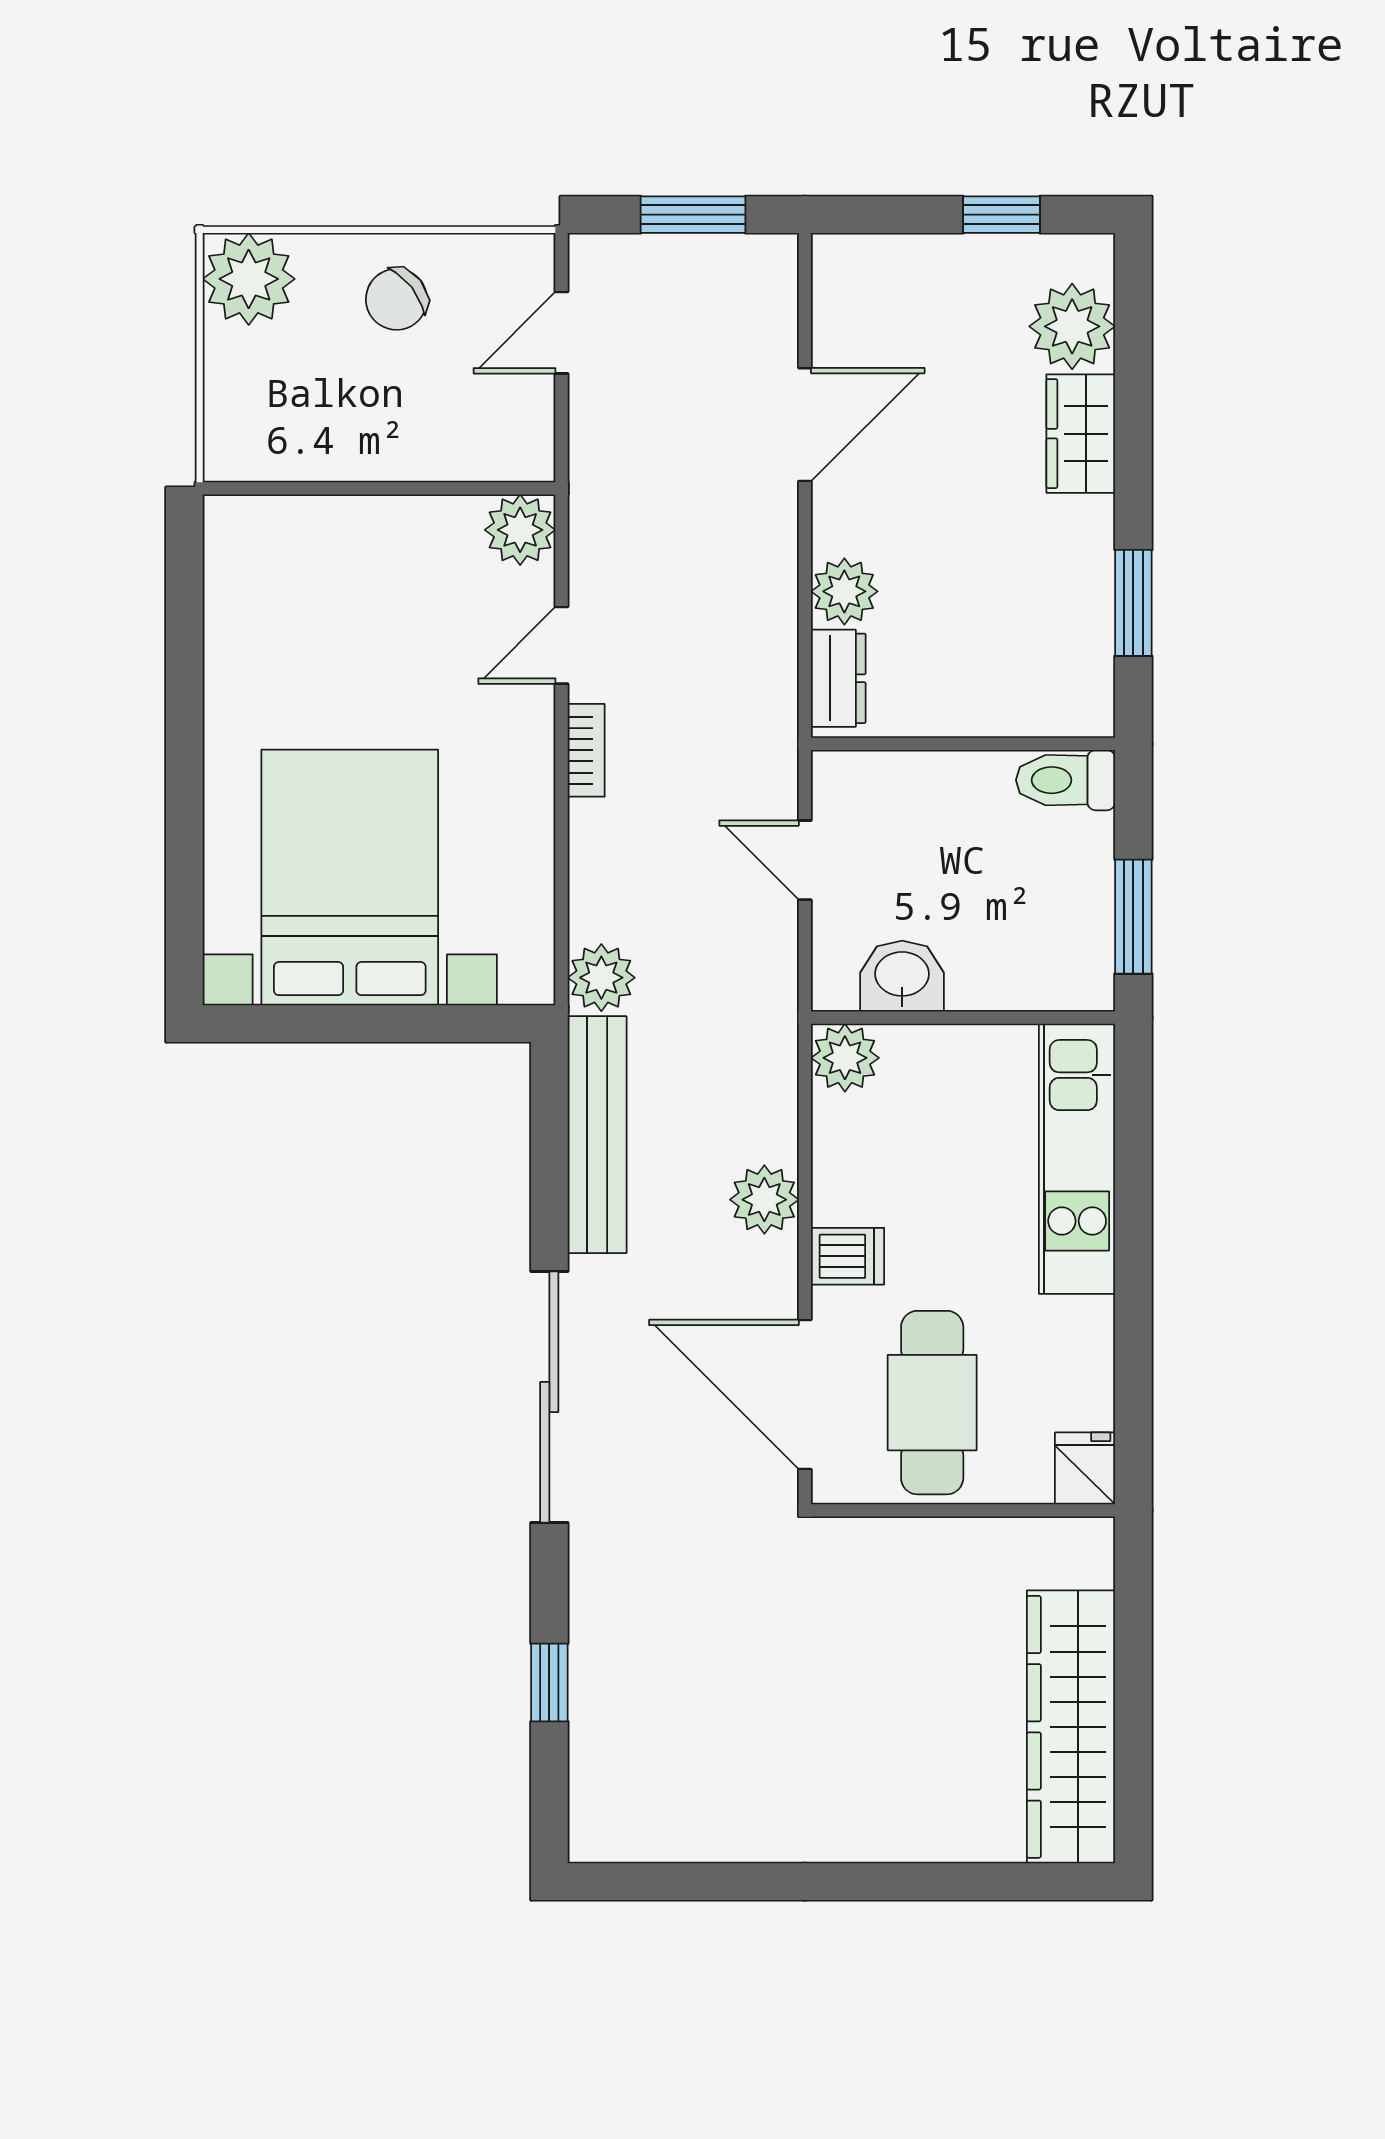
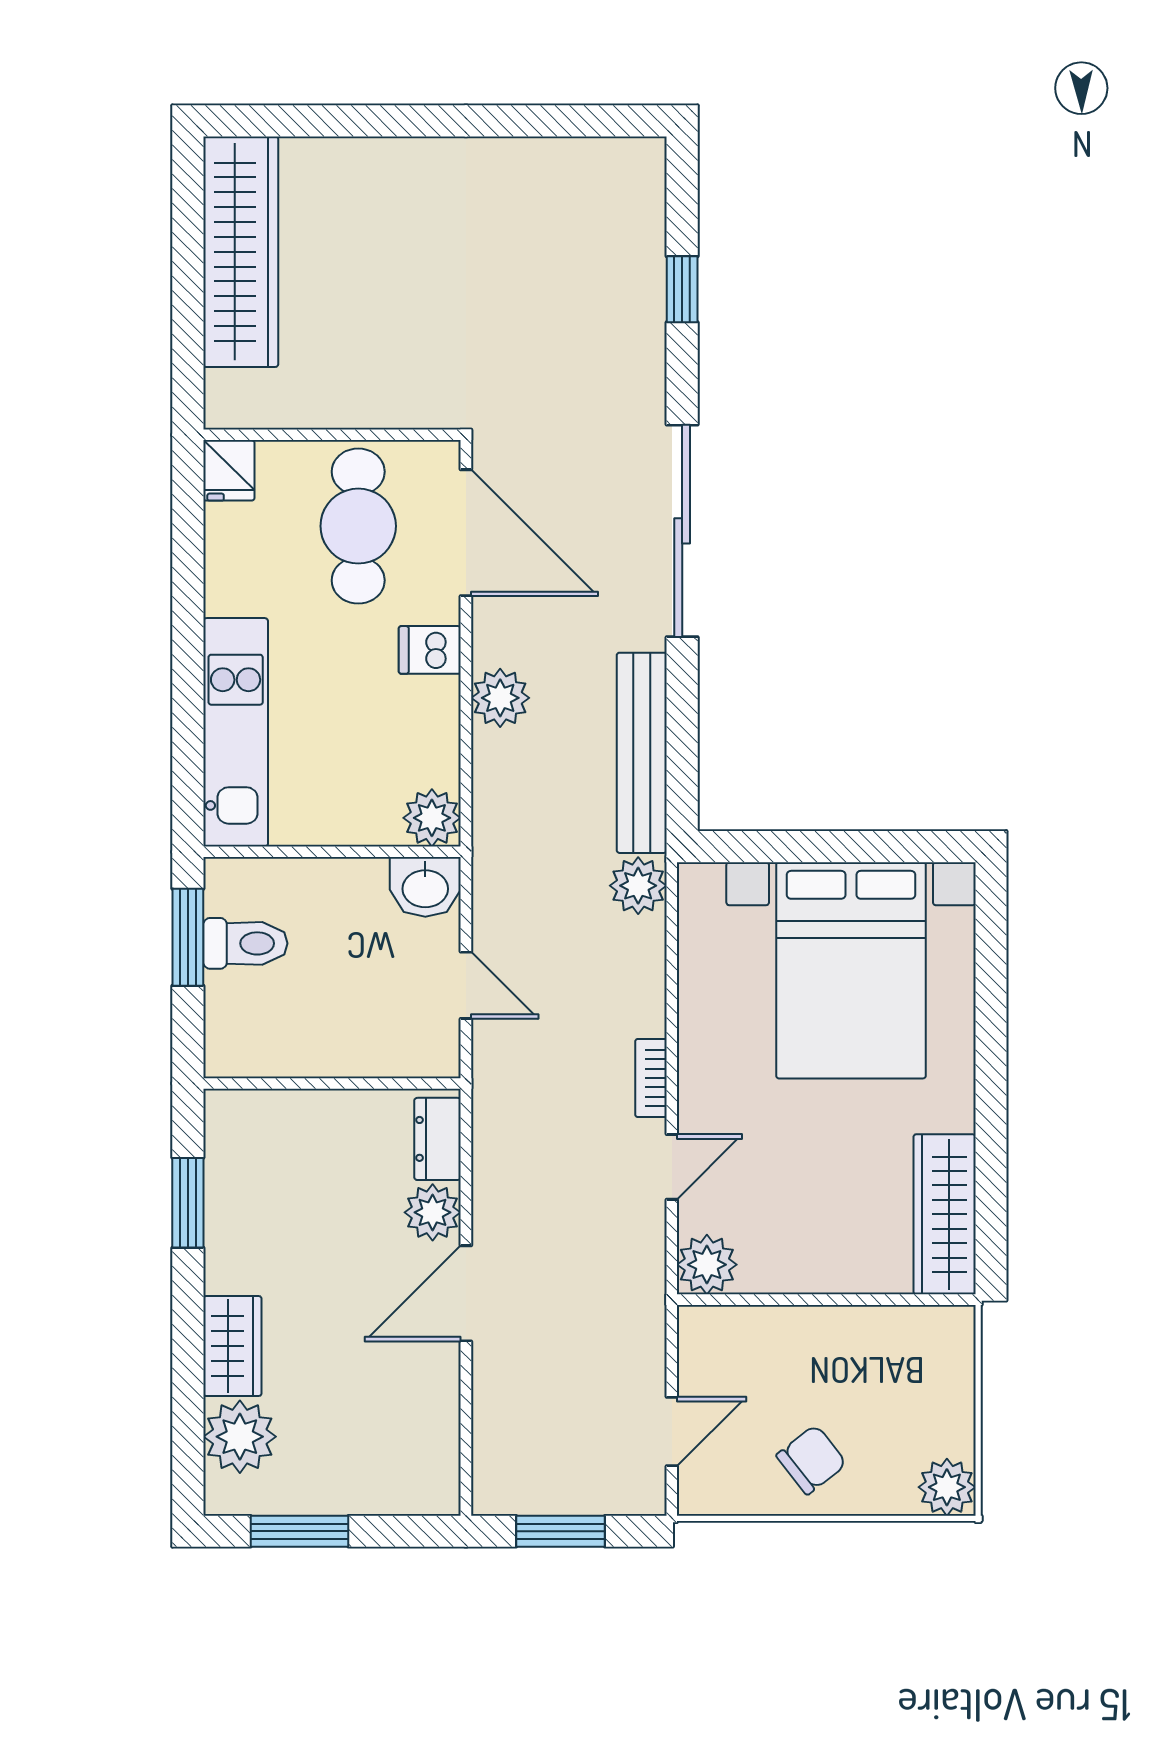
window: (1002, 215) -> (299, 1531), width x1.50
plant: (249, 279) -> (947, 1487), width x0.73, depth x0.73
door: (805, 425) -> (466, 1293), moved
wardrobe: (239, 589) -> (945, 1214), added
toilet: (1065, 780) -> (245, 943), moved
washbasin: (902, 976) -> (425, 887), moved

